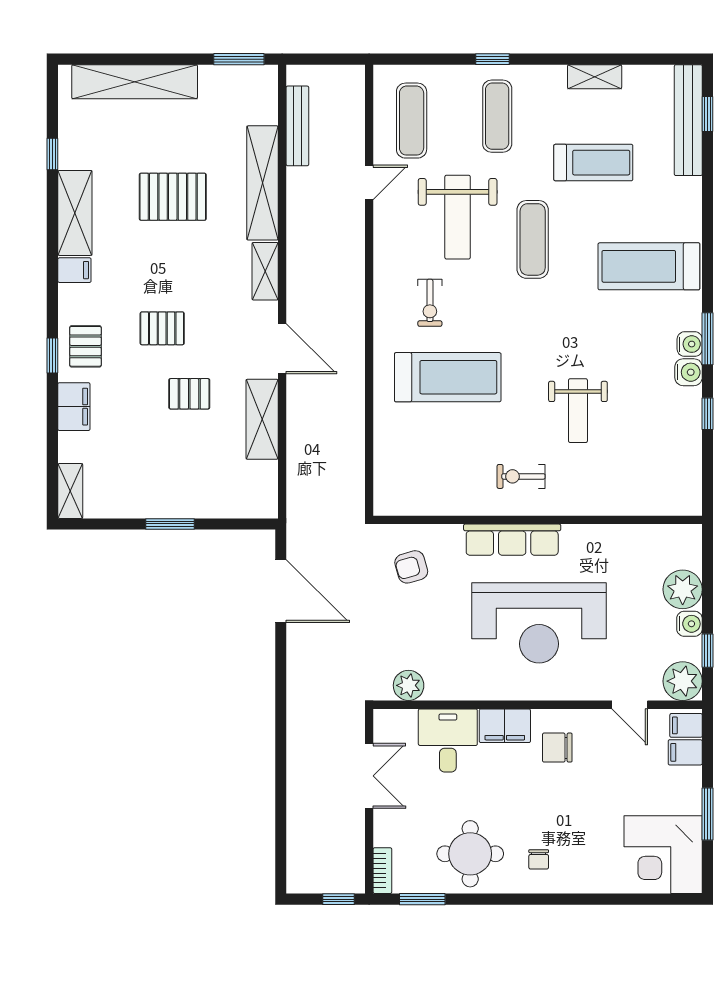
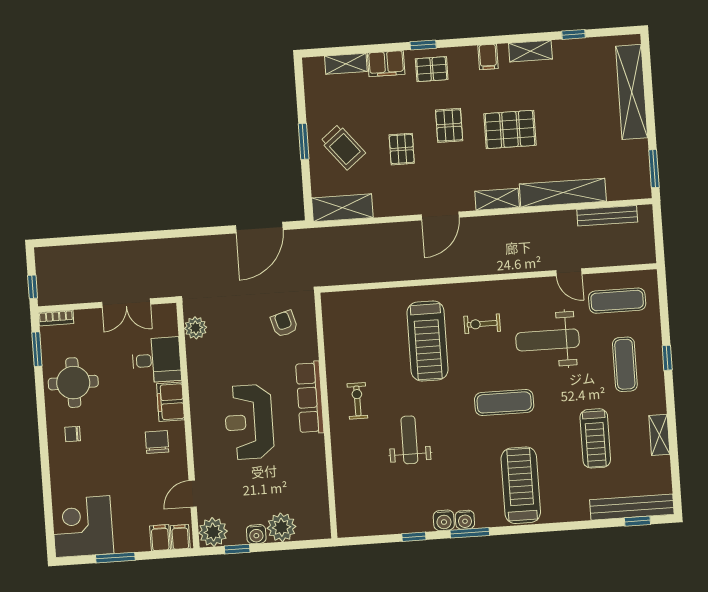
exercise mat: (497, 116) -> (625, 364), turned 90
pallet: (173, 197) -> (510, 129), moved, turned 90
shelving: (75, 213) -> (530, 51), width x0.67, depth x0.75
exercise mat: (533, 239) -> (504, 402), moved
weight bench: (578, 411) -> (409, 440), turned 90
shelving: (262, 419) -> (342, 208), moved
trolley: (181, 472) -> (343, 147), added
shelving: (70, 491) -> (346, 64), moved
reception desk: (539, 623) -> (249, 422), width x0.74, depth x0.77

